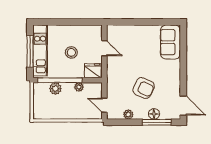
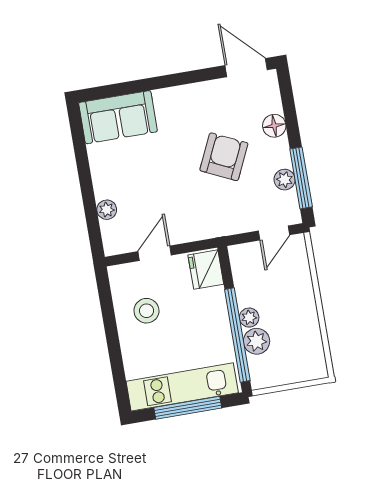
plant: (128, 29) -> (107, 210), added
stool: (71, 52) -> (146, 311), moved
plant: (79, 87) -> (249, 318), moved
door: (183, 105) -> (246, 68), hinge flipped
window: (157, 122) -> (301, 178), moved

